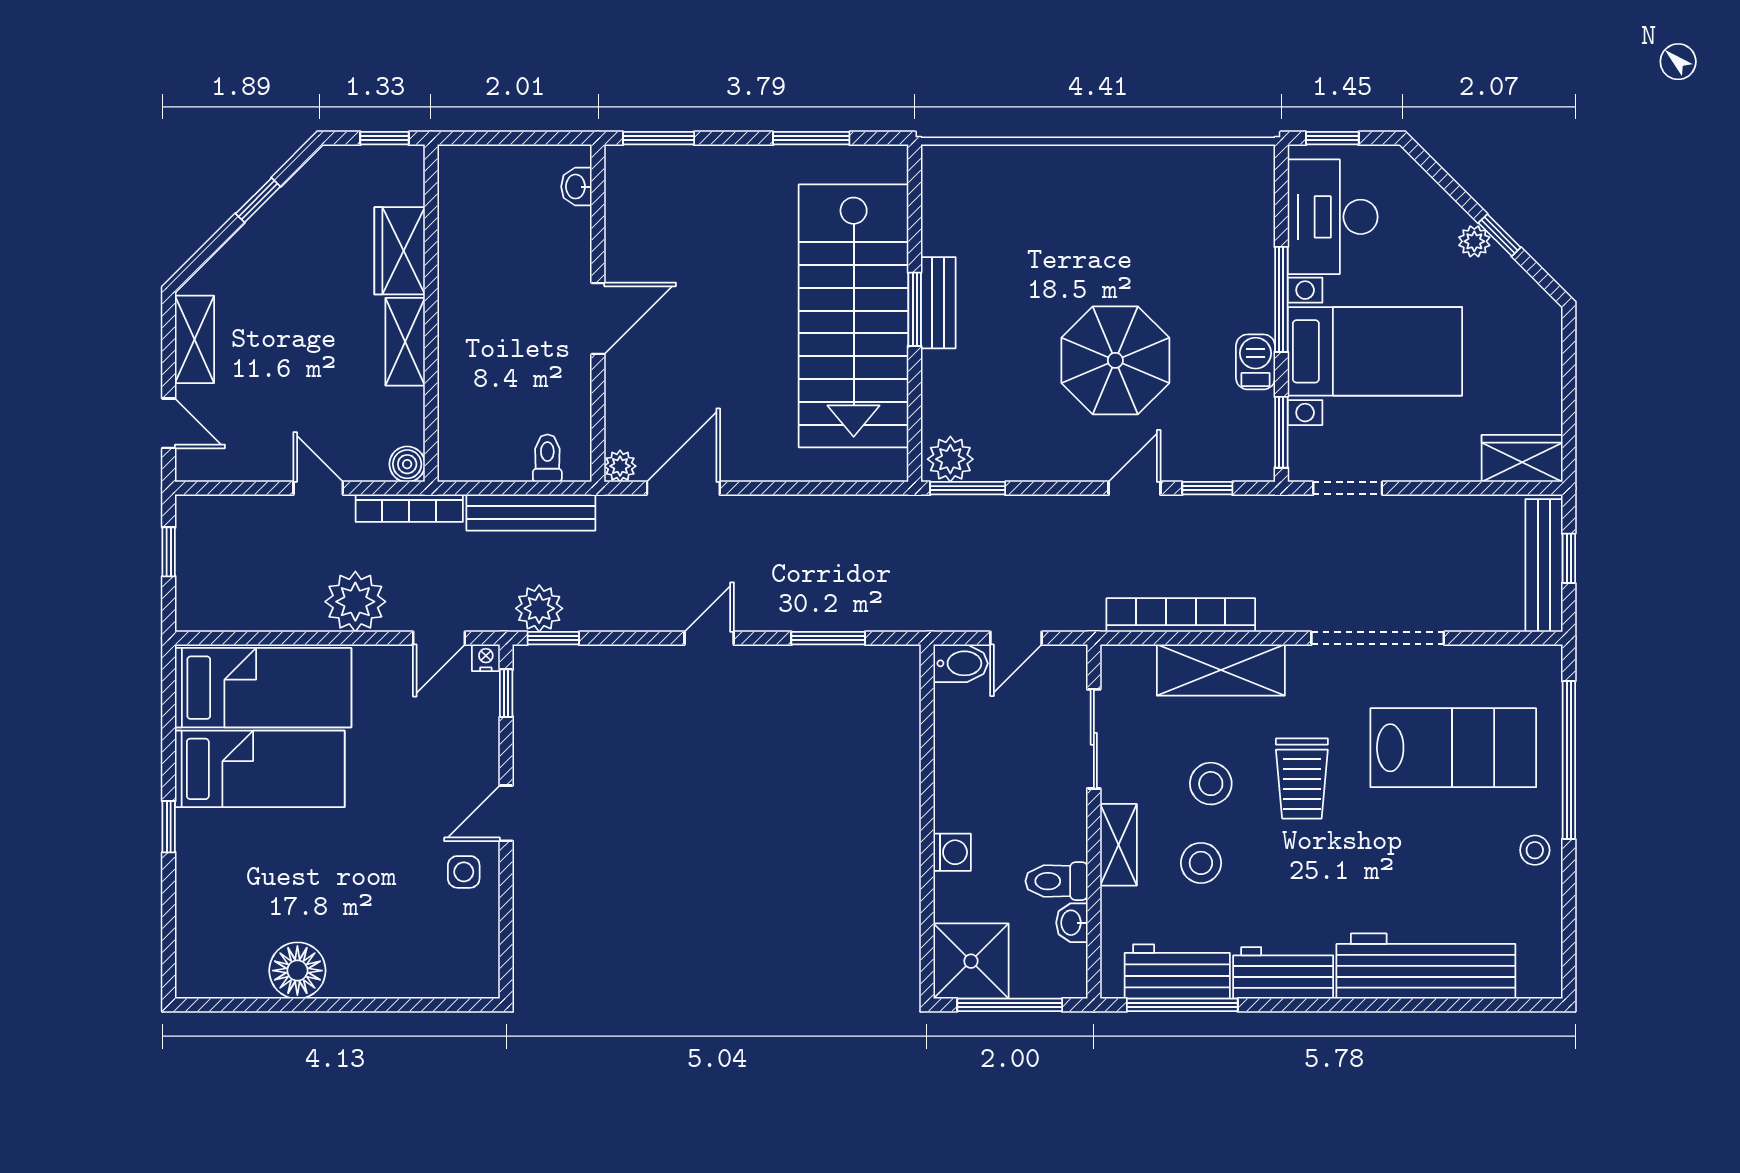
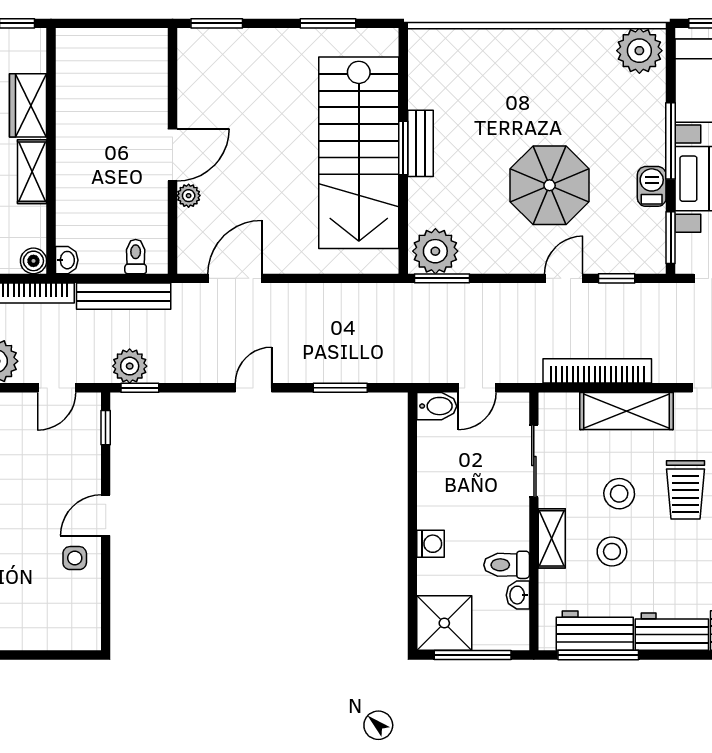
plant: (1239, 176) -> (639, 51), added
washbasin: (576, 187) -> (67, 260), moved, turned 180
plant: (950, 459) -> (435, 251), width x1.36, depth x1.36
plant: (620, 466) -> (189, 196), moved
nightstand: (486, 658) -> (91, 402), removed

